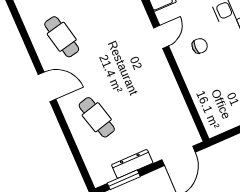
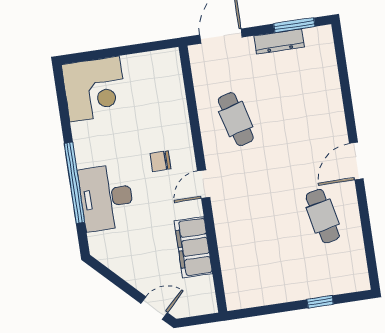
door: (47, 87) -> (356, 161), hinge flipped
cafe table: (97, 117) -> (236, 119), moved

